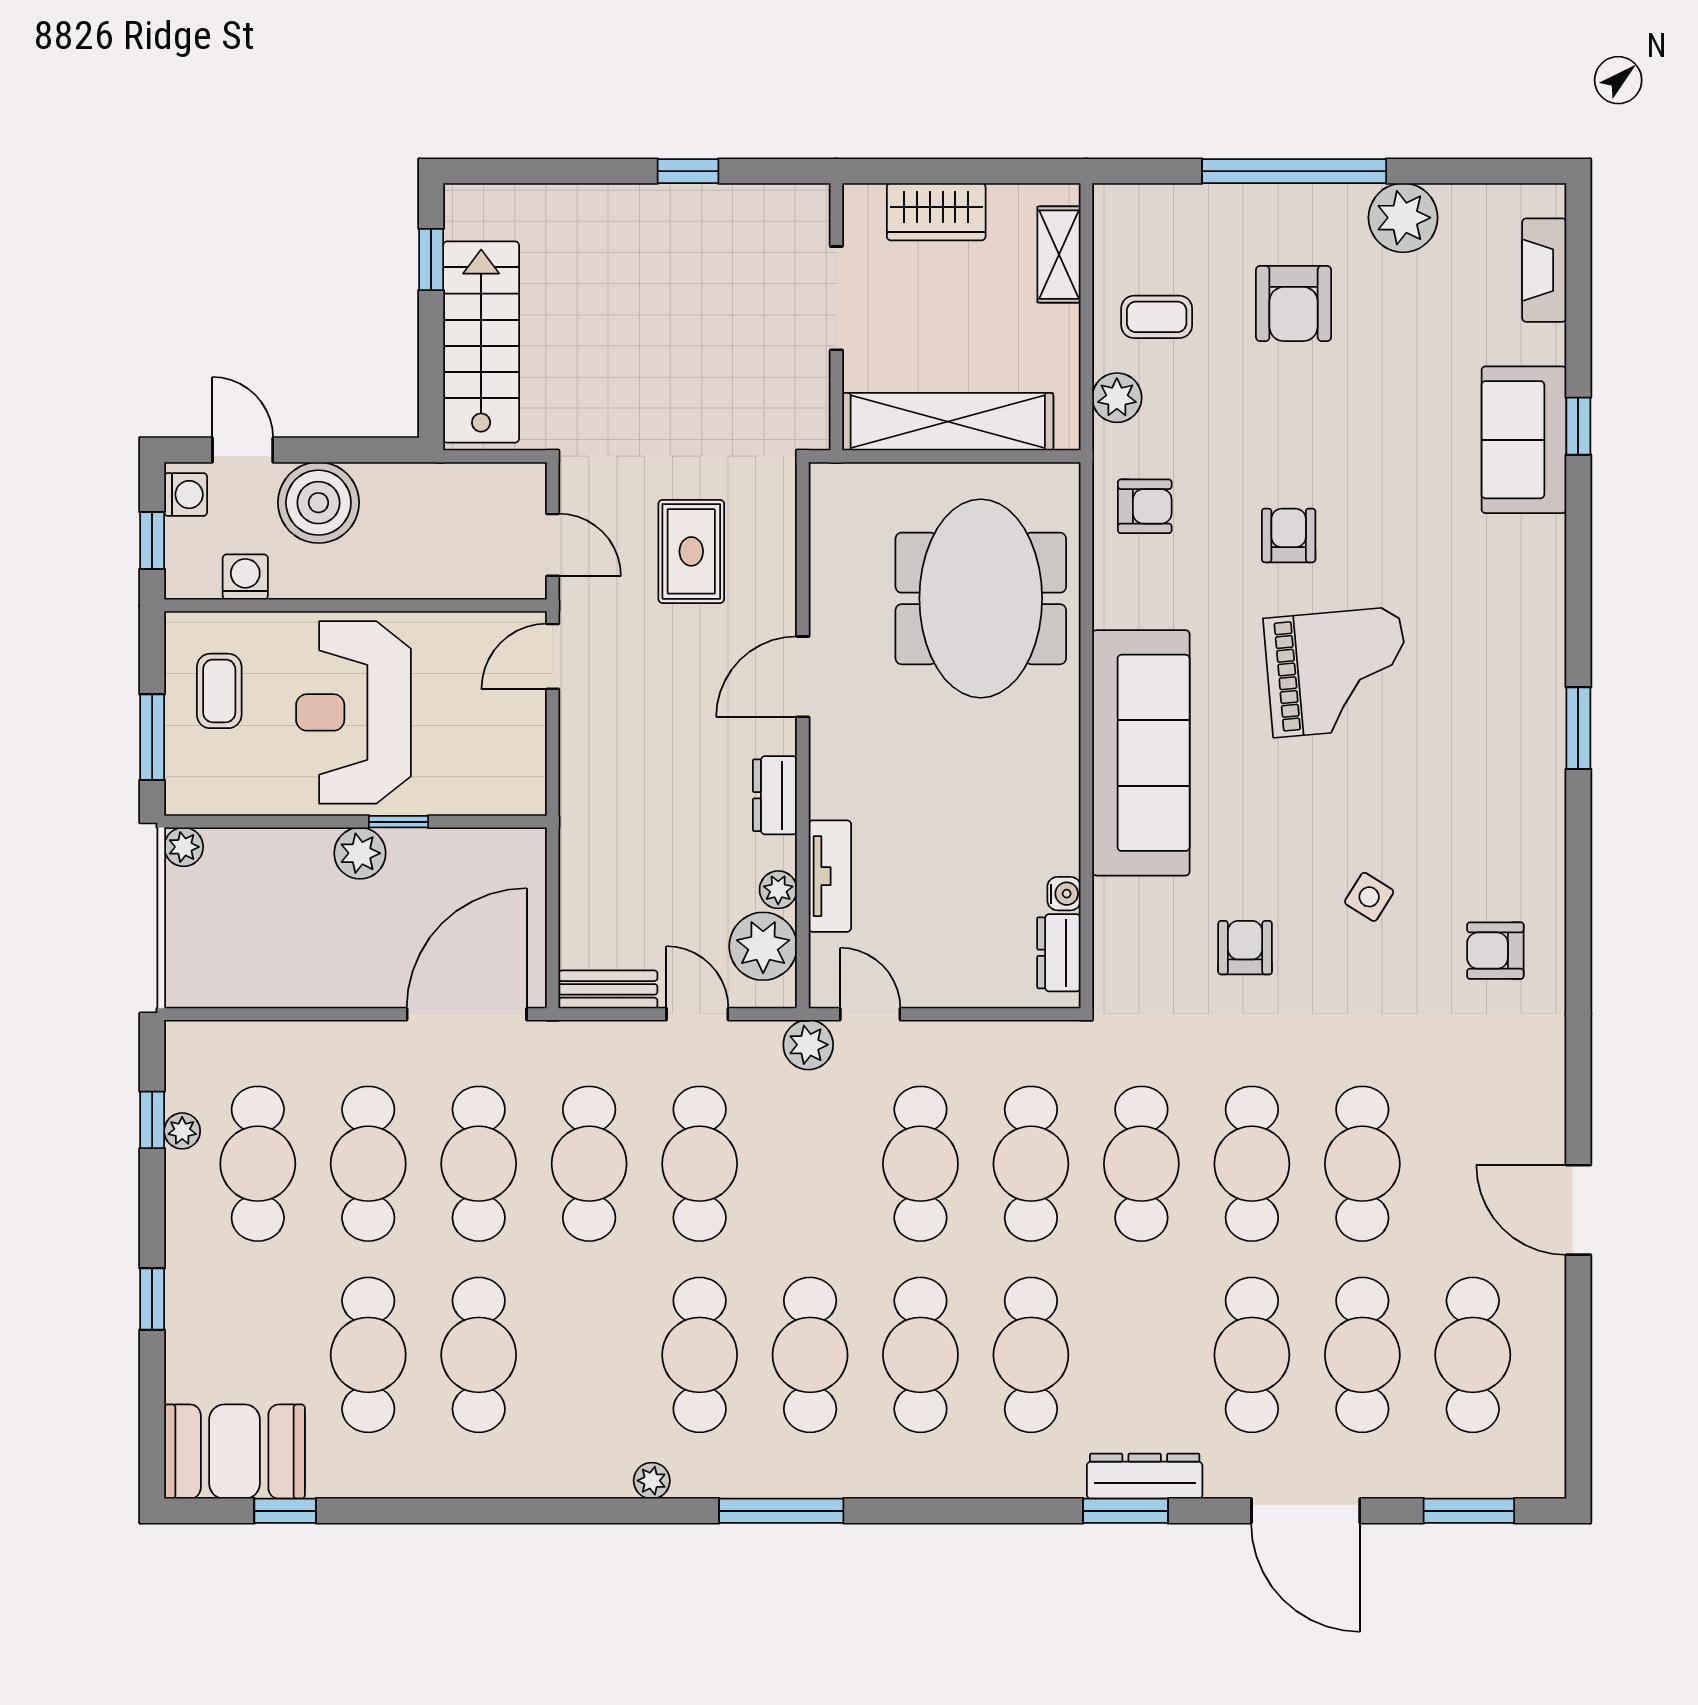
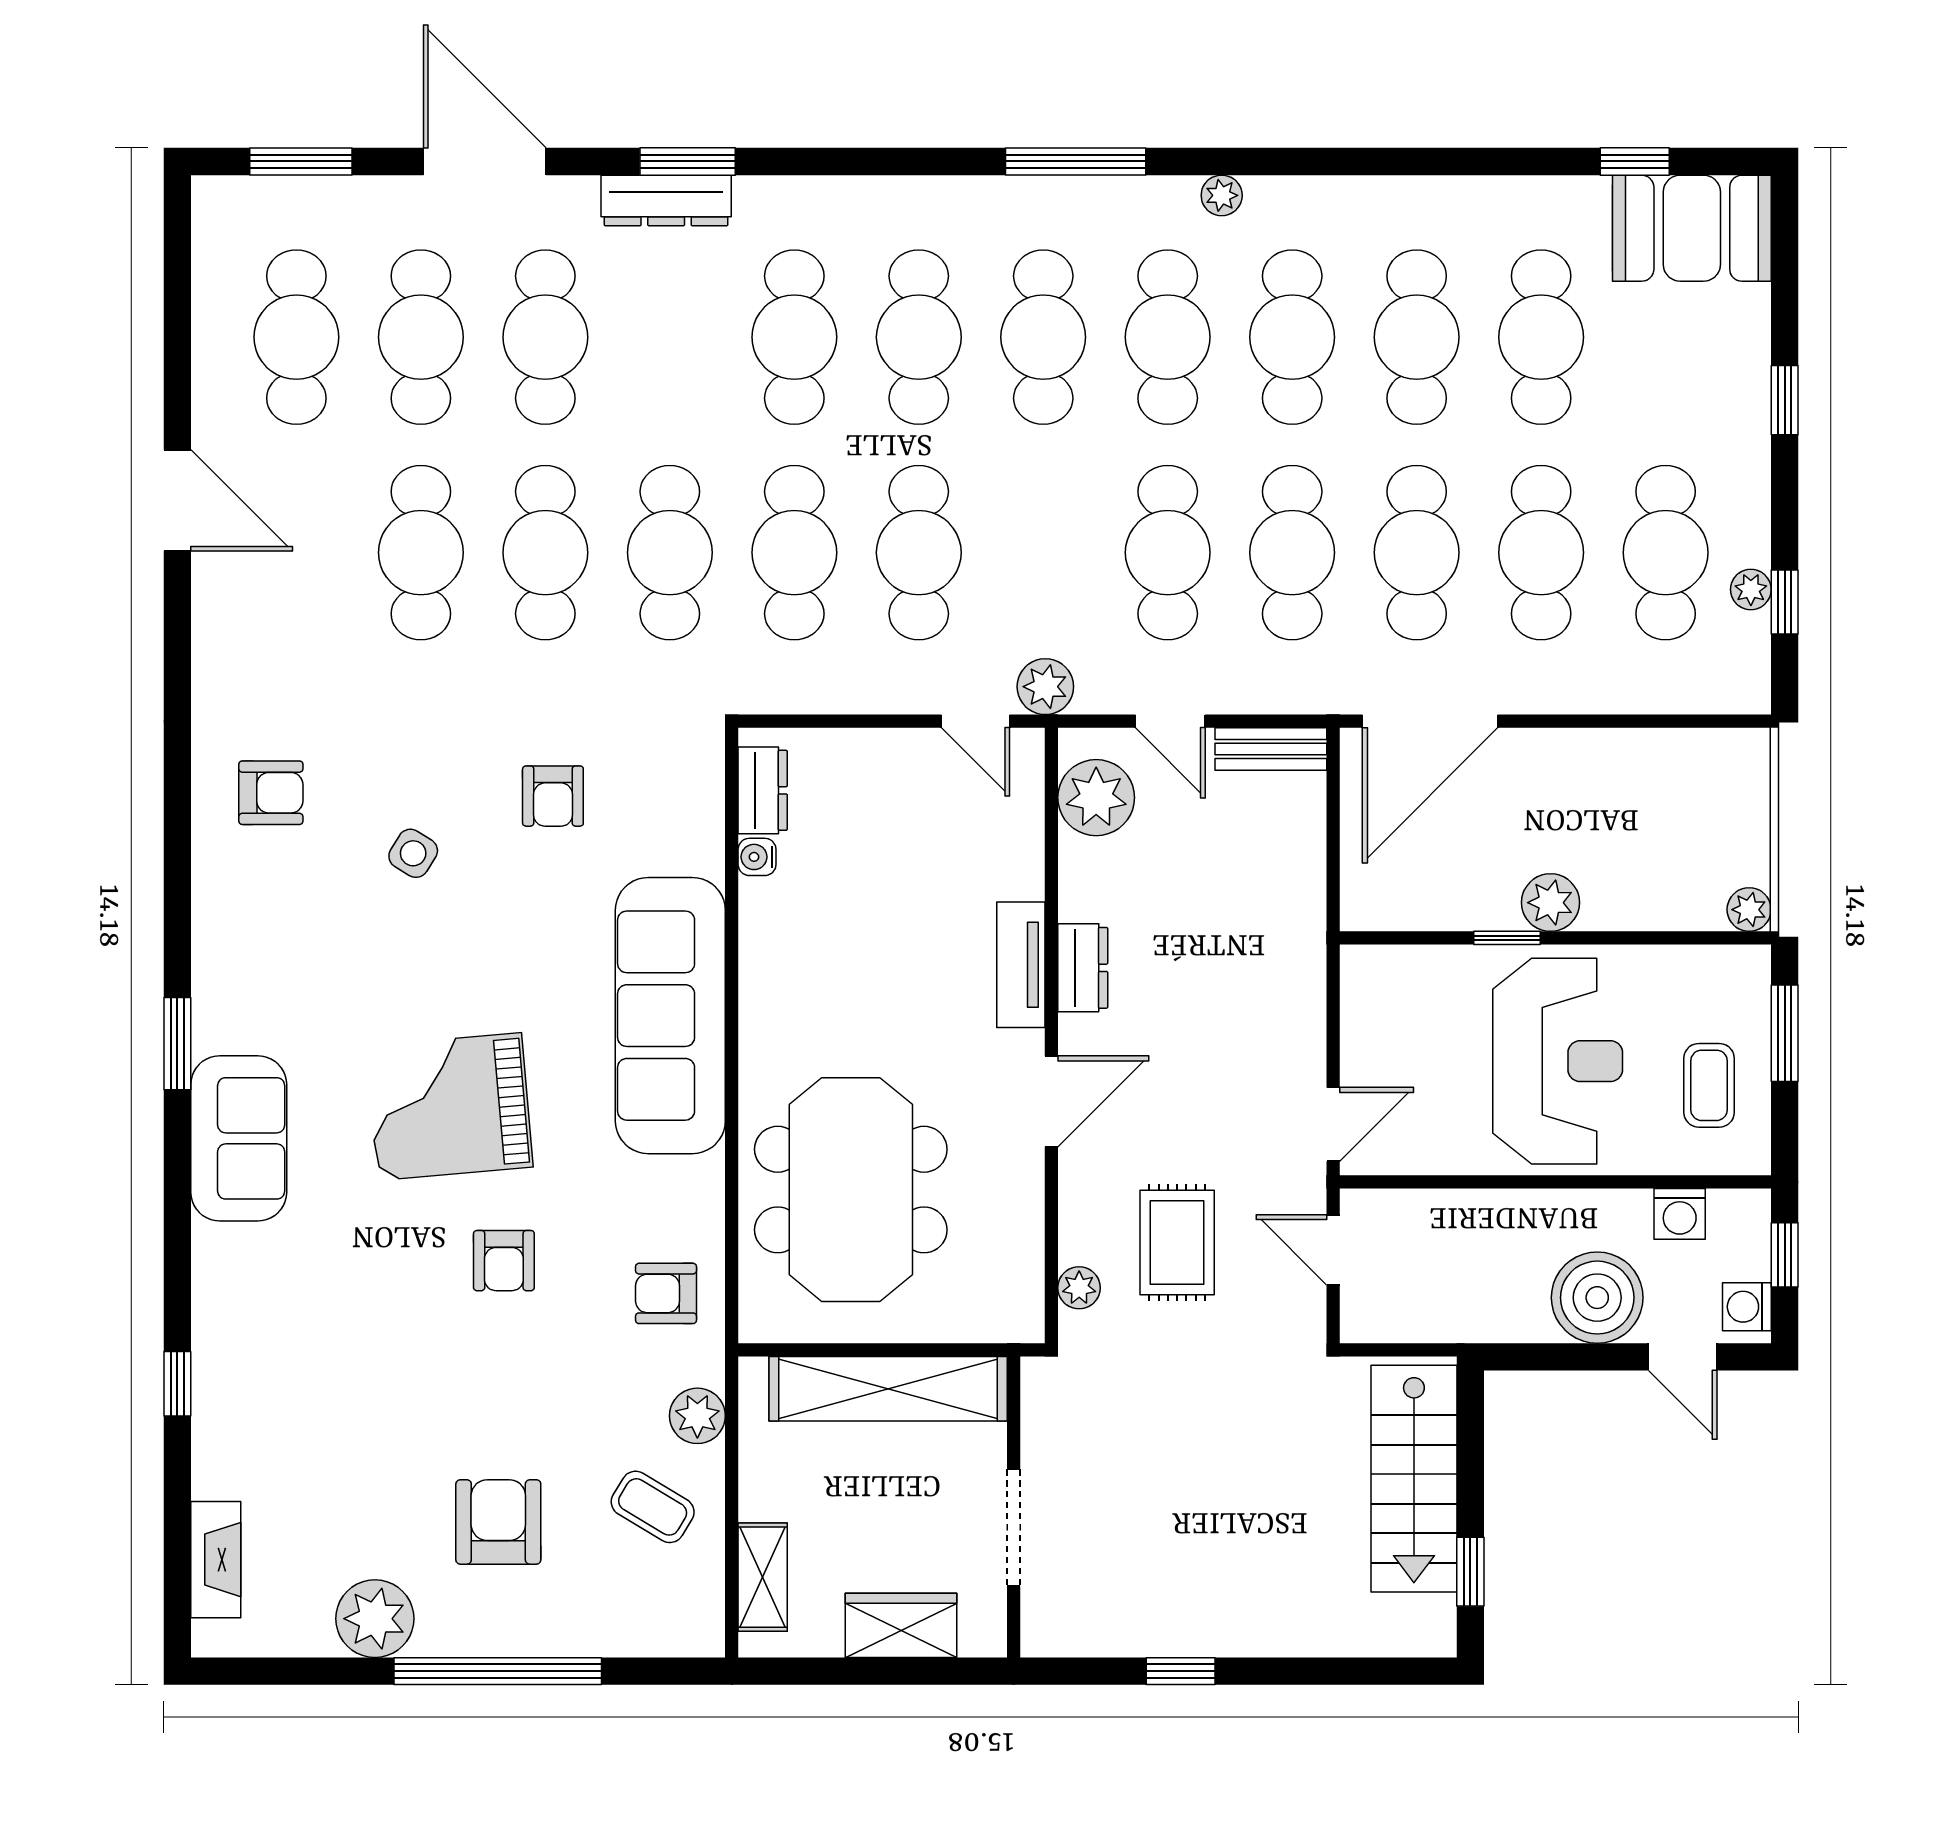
coffee table: (1157, 317) -> (653, 1507), turned 31
sofa: (1524, 440) -> (239, 1138), moved
tv unit: (830, 876) -> (1021, 965), moved
plant: (778, 890) -> (1079, 1288), moved
cafe table: (589, 1355) -> (1292, 337), added

